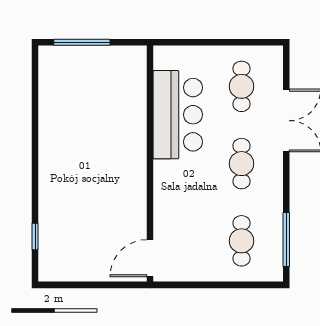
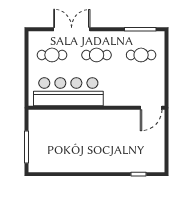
bar counter: (178, 115) -> (68, 92), width x1.36
door: (150, 258) -> (151, 108), hinge flipped

